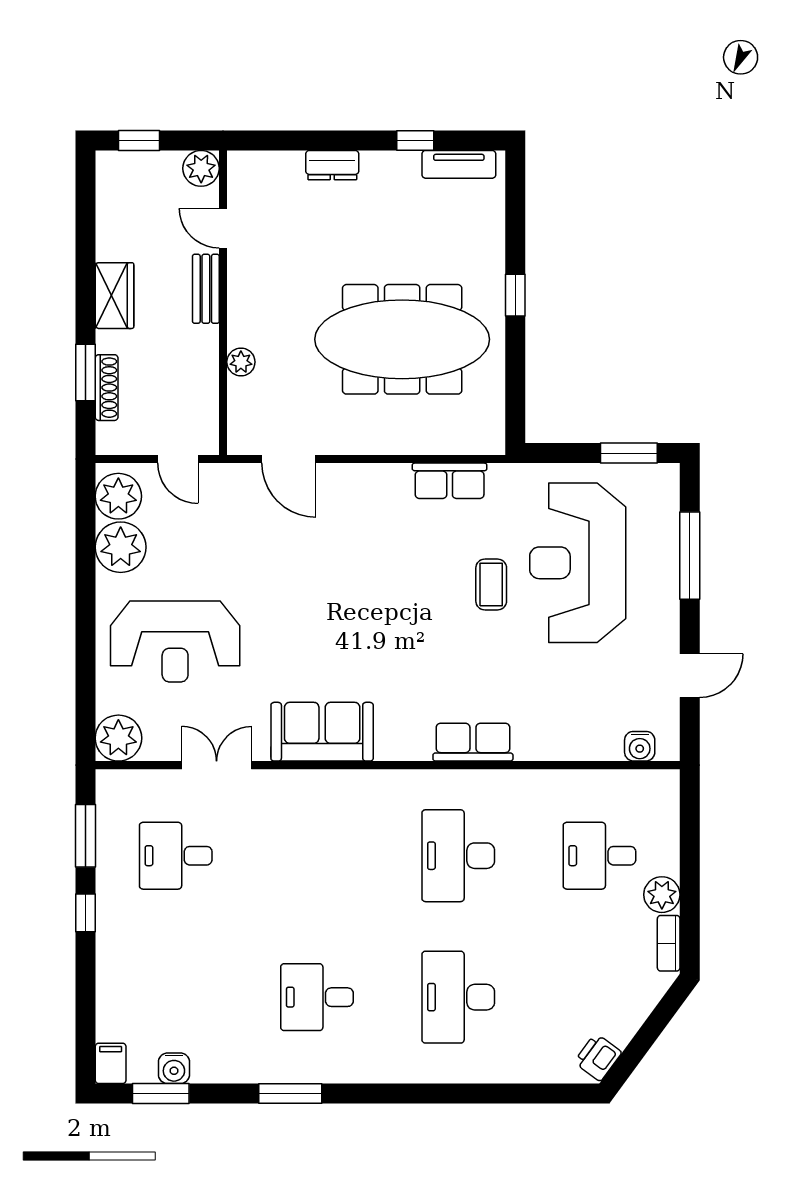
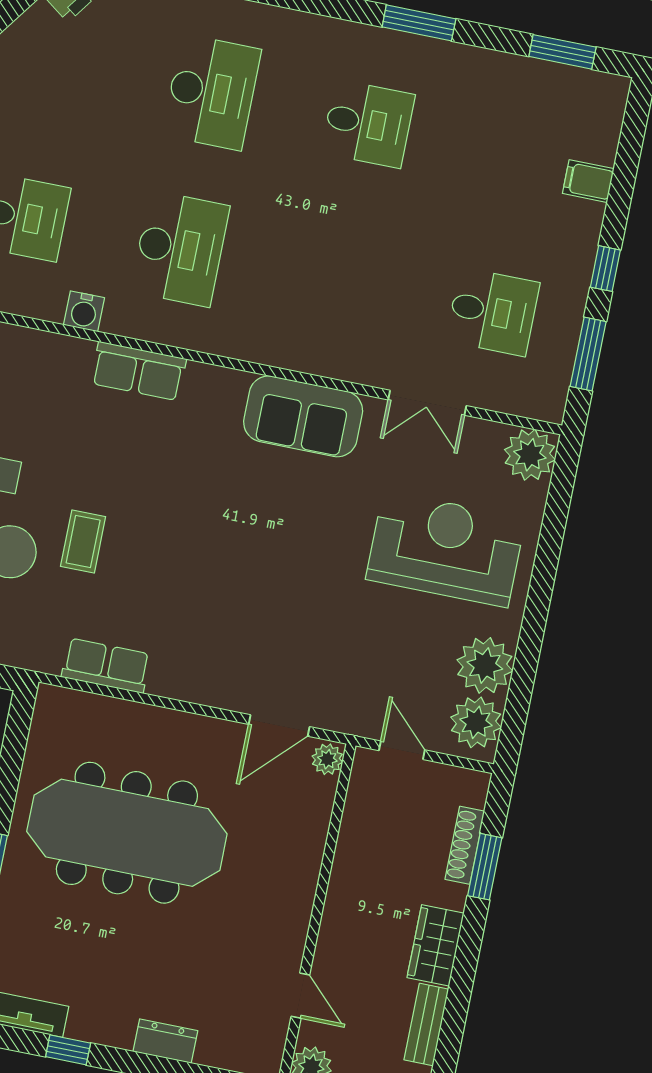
bench: (206, 289) -> (426, 1024), moved
plant: (241, 362) -> (327, 759), moved
door: (289, 459) -> (279, 726), swing flipped
filing cabinet: (111, 1063) -> (588, 181), moved, turned 90
water cooler: (174, 1068) -> (84, 311), moved, turned 180

